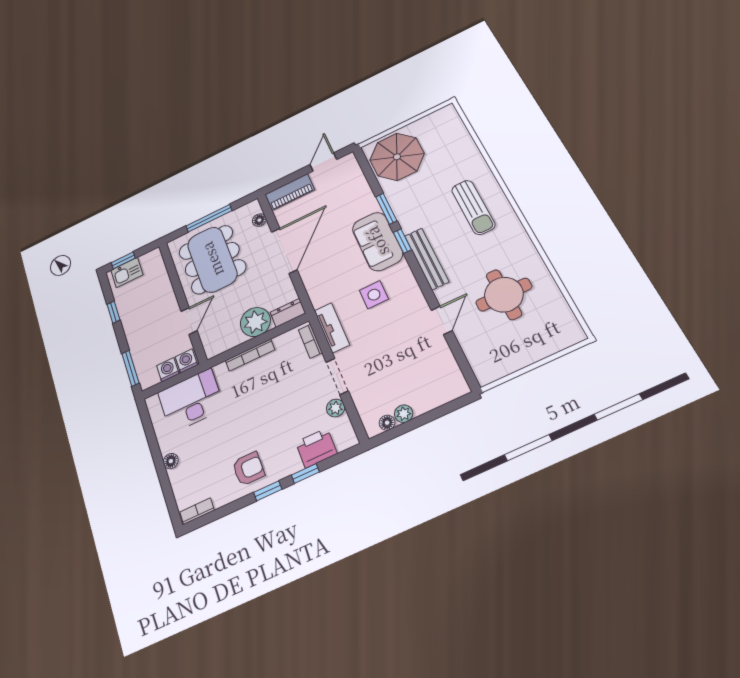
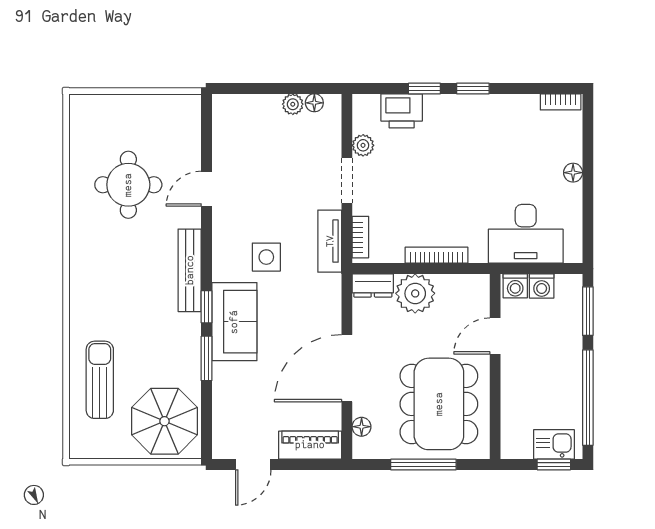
sun lounger: (473, 207) -> (100, 380), moved
window: (113, 312) -> (588, 398), width x3.17
armchair: (248, 469) -> (486, 123), removed

